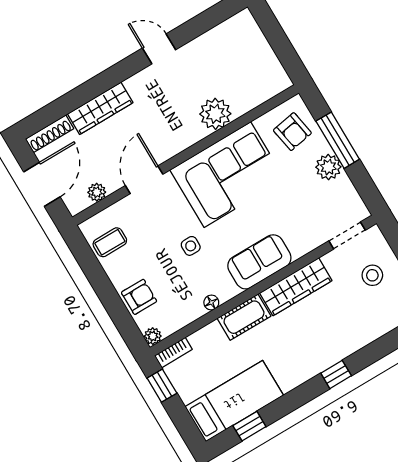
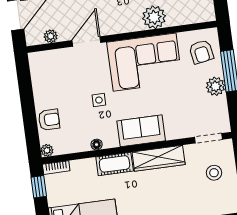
coffee table: (110, 242) -> (45, 74), removed

